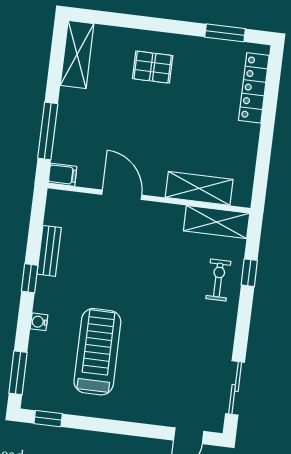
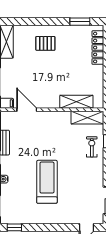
door: (122, 195) -> (27, 110), moved
treadmill: (97, 352) -> (47, 182), moved

